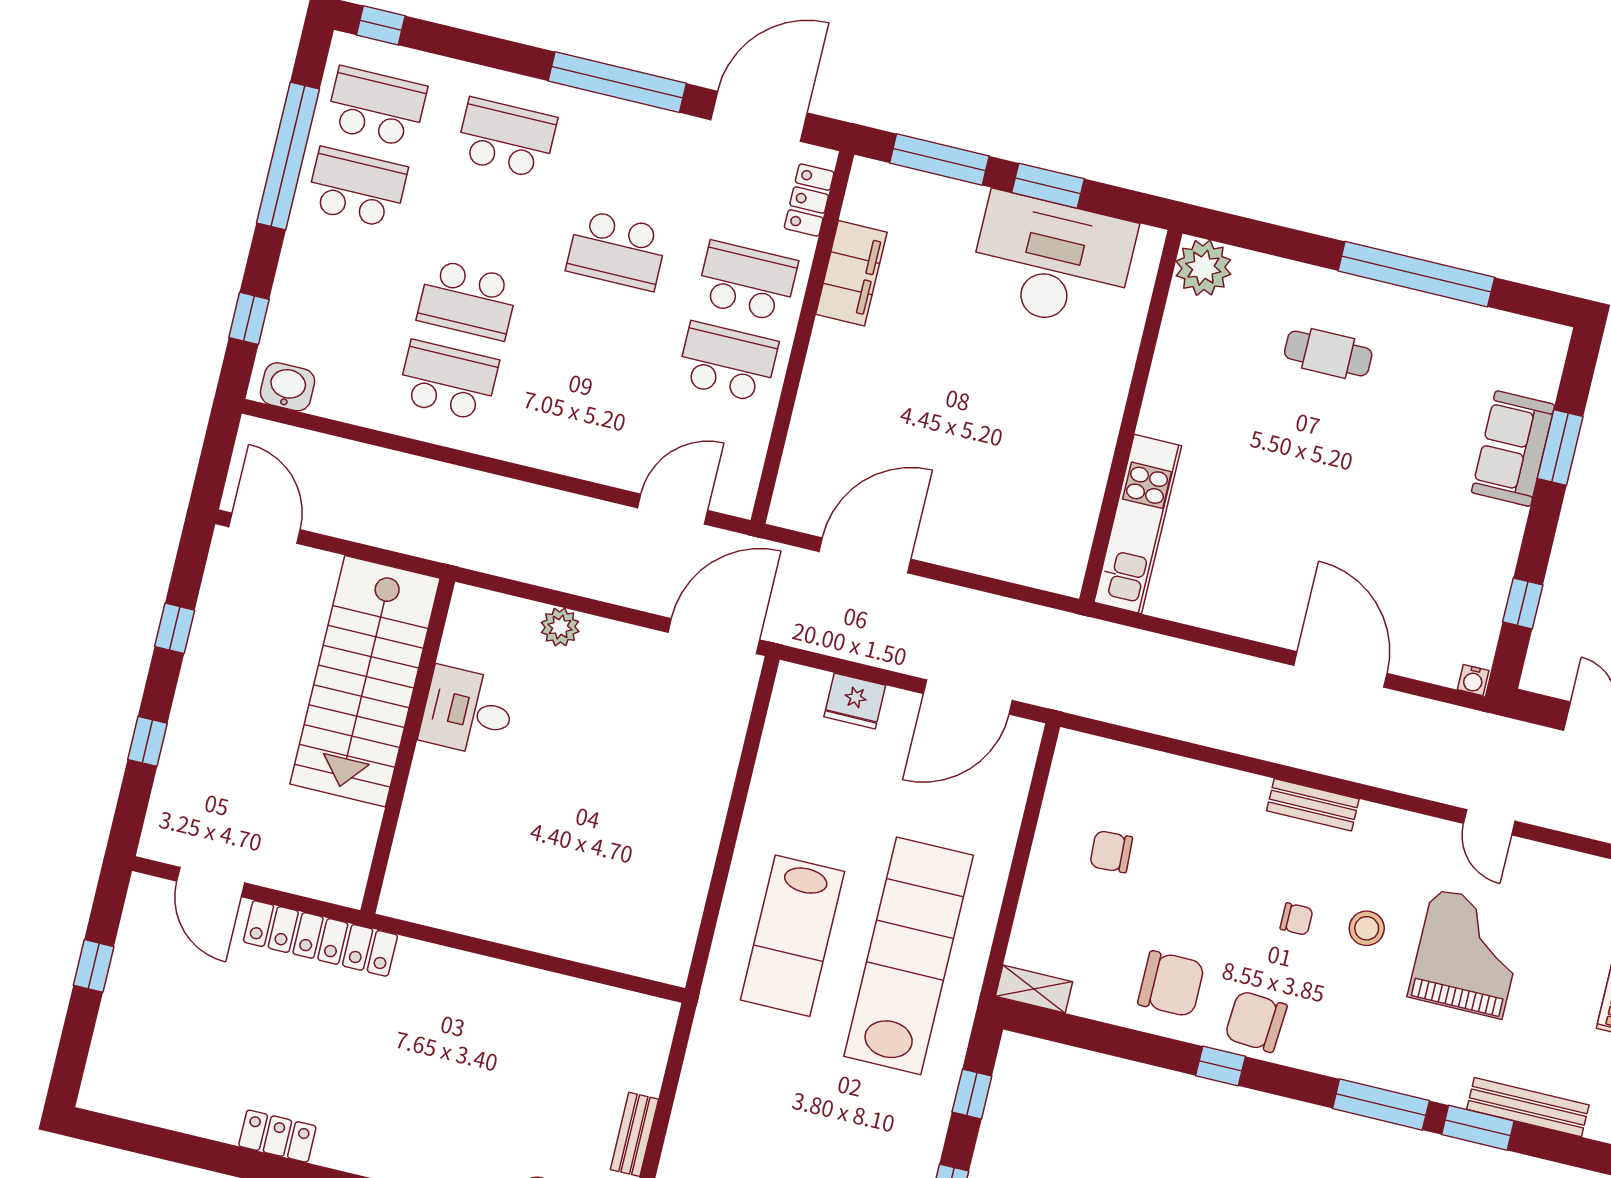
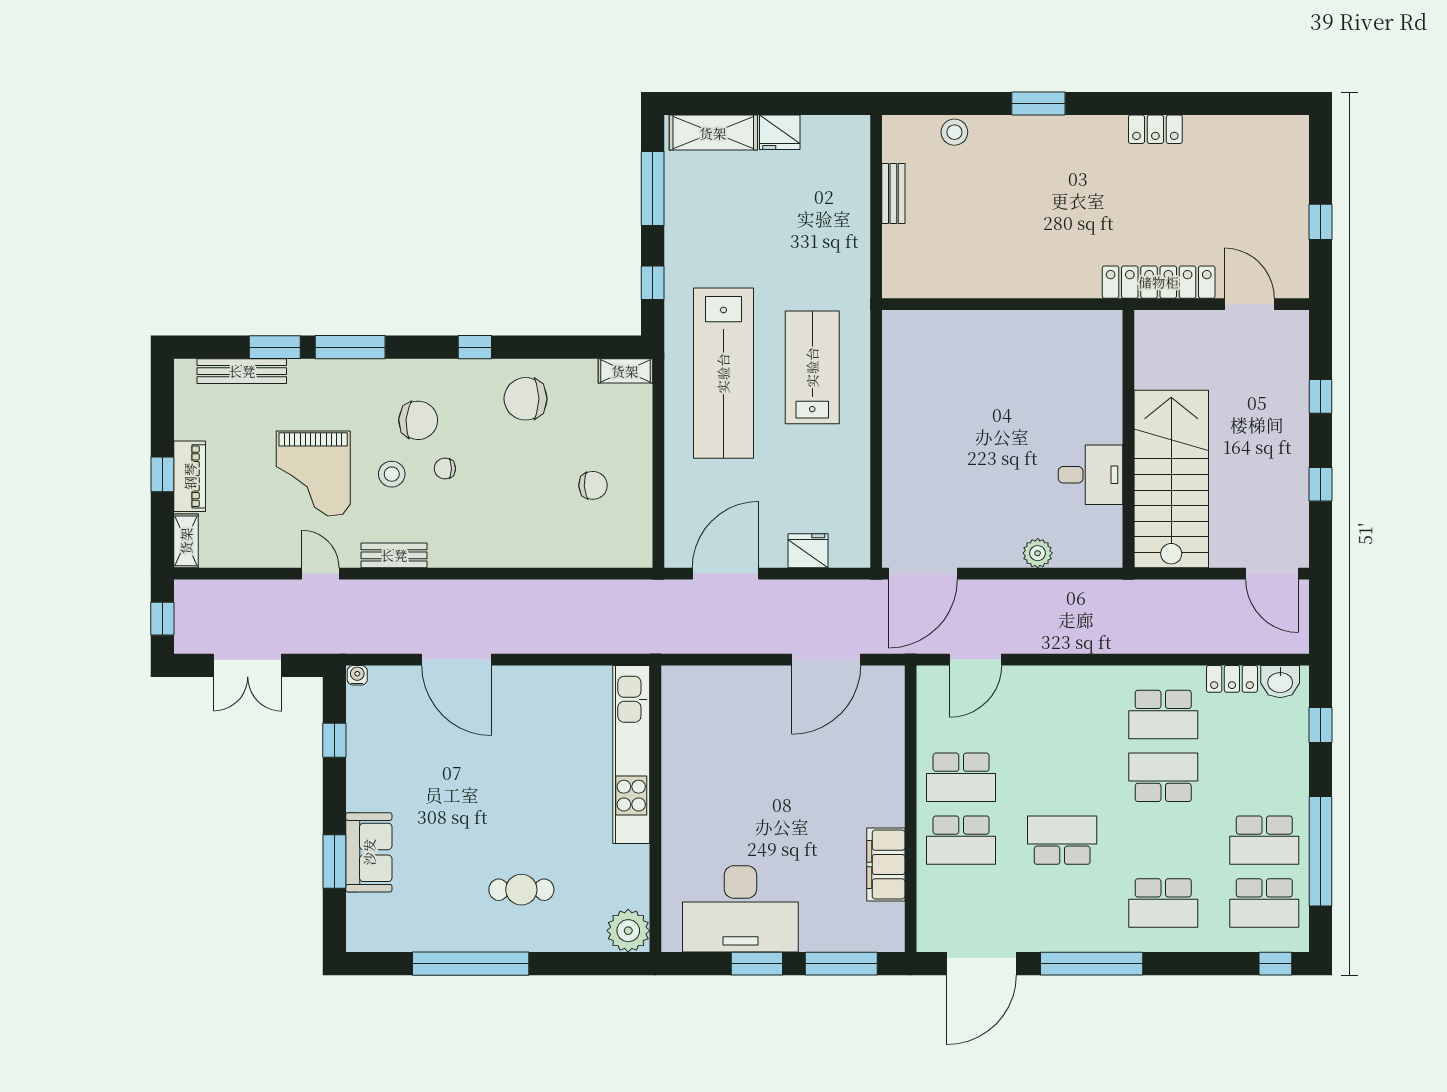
locker: (809, 200) -> (1232, 679), moved, turned 90
kitchen unit: (1138, 524) -> (631, 755), width x1.36
bench: (1313, 805) -> (394, 555), moved
chair: (1256, 1021) -> (418, 420), moved

